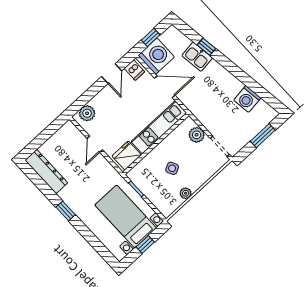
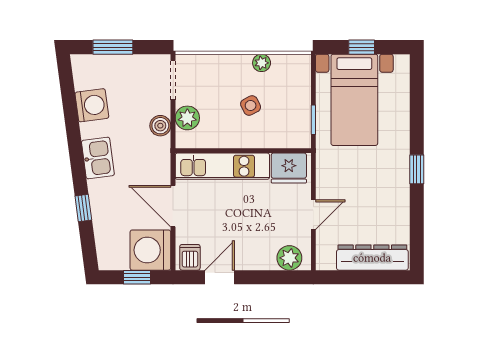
kitchen sink: (197, 57) -> (98, 158), moved
boiler: (206, 119) -> (160, 126), added
dresser: (46, 172) -> (372, 258), moved, turned 90

